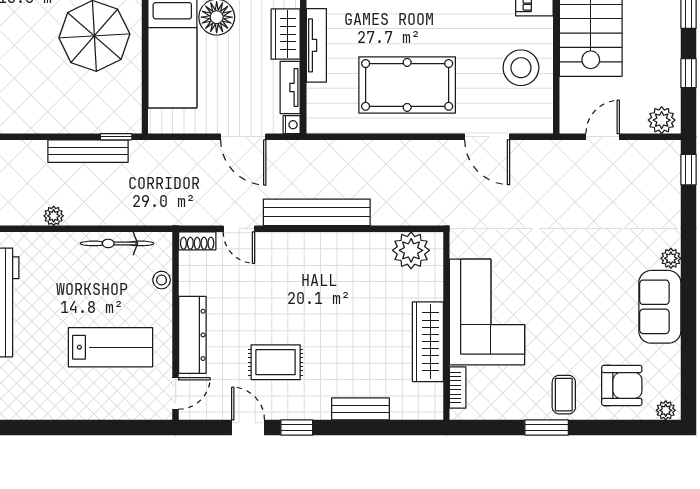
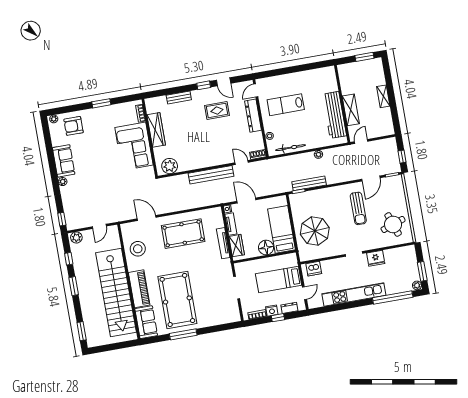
coffee table: (564, 395) -> (97, 118), removed

